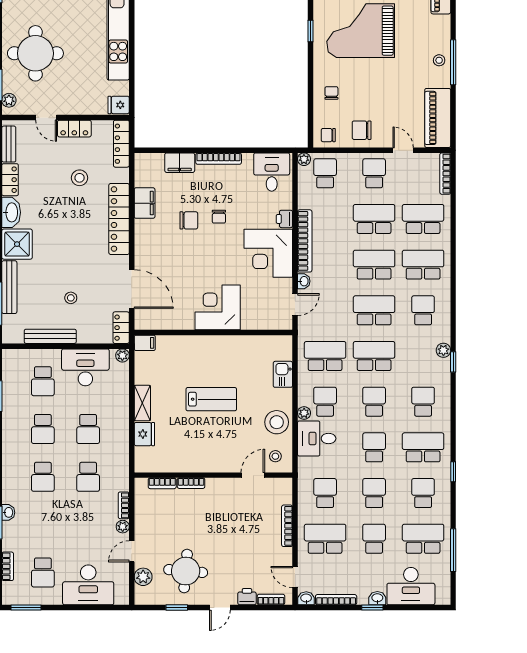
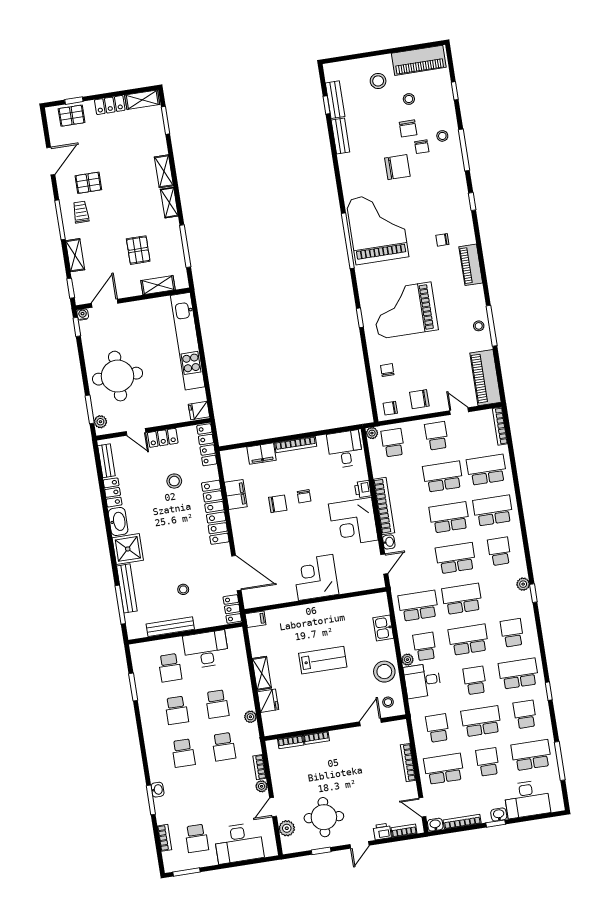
plant: (122, 355) -> (250, 717), moved
school desk: (374, 402) -> (468, 640), width x1.85
school desk: (374, 493) -> (481, 721), width x1.85

